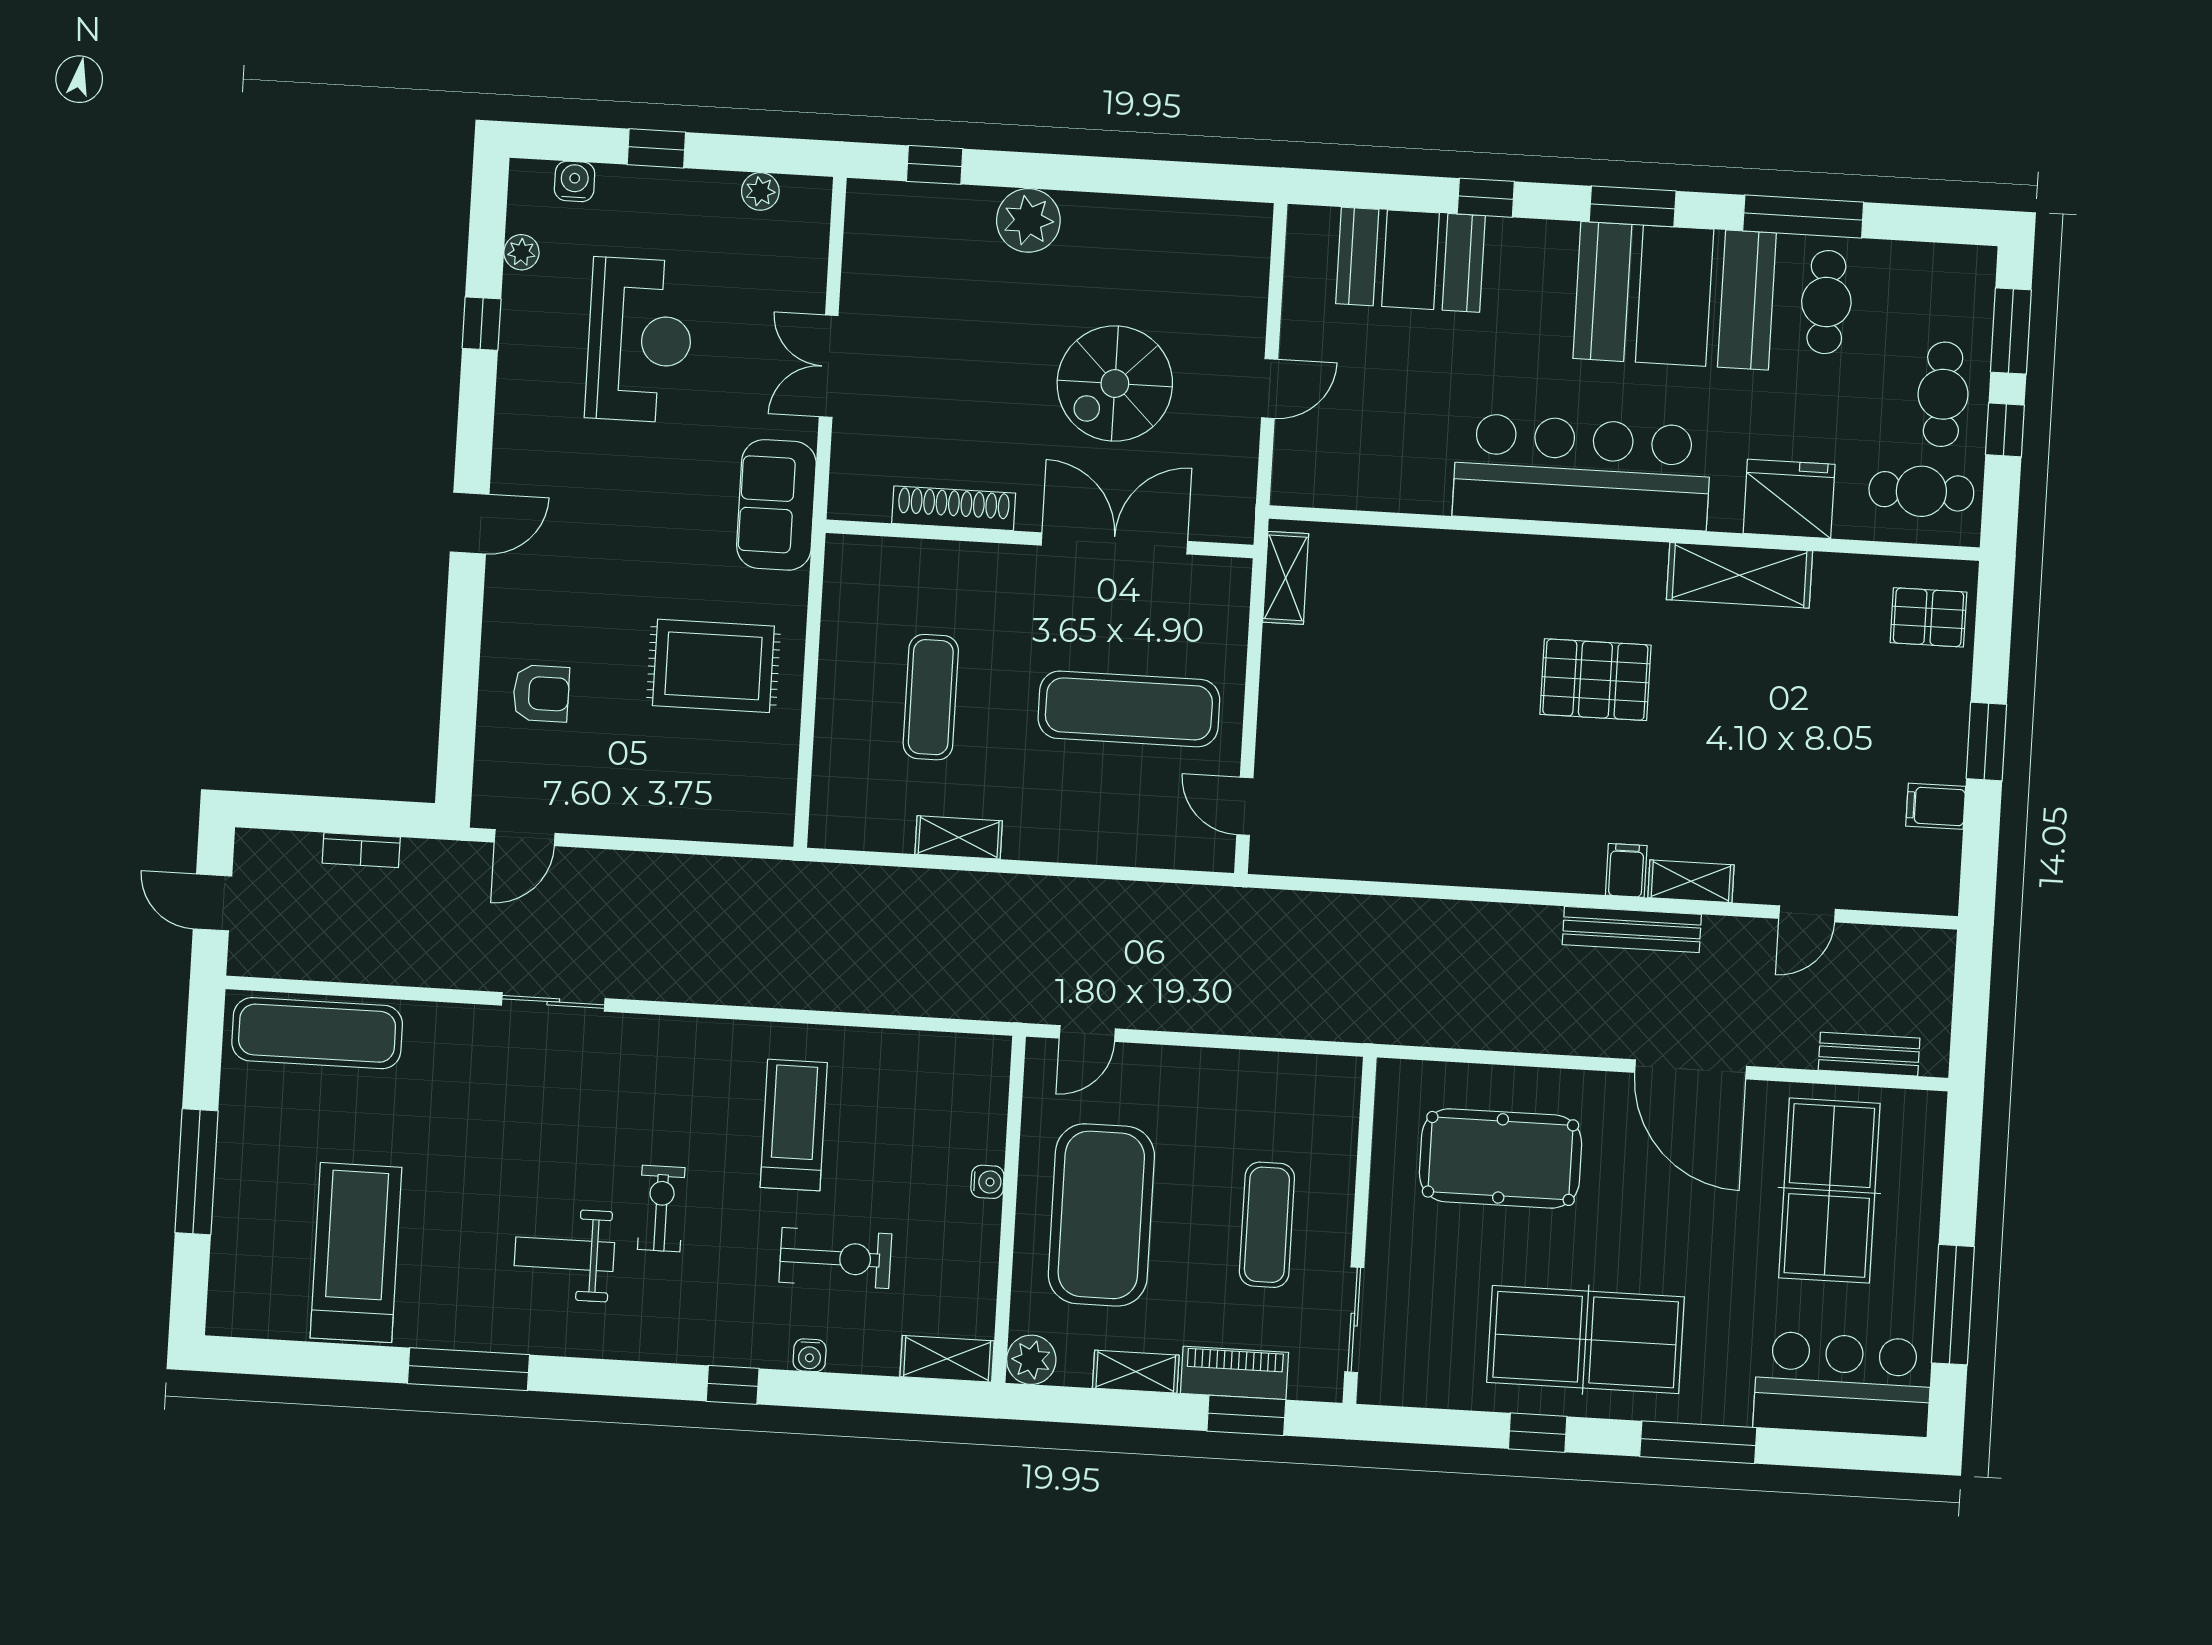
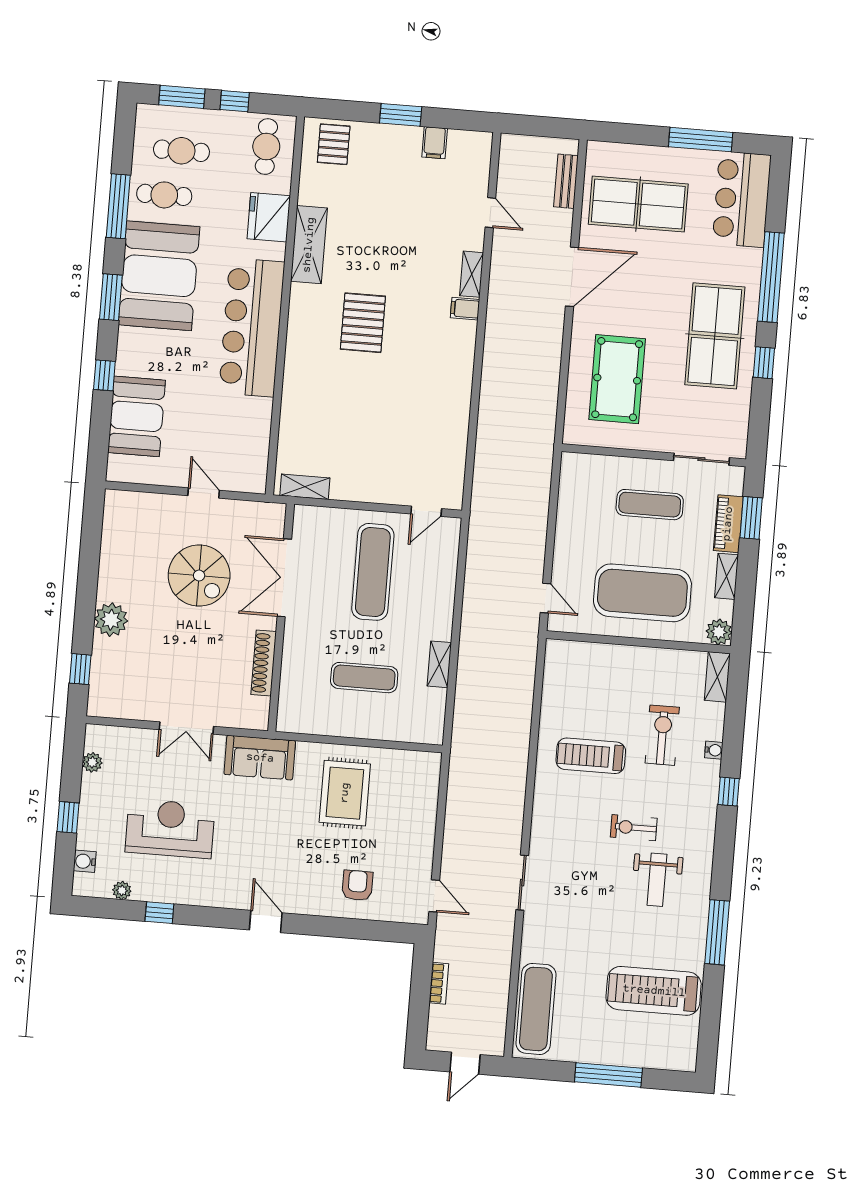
cafe table: (1943, 394) -> (181, 151), moved
bench: (1632, 929) -> (497, 306), removed
water cooler: (987, 1182) -> (623, 653), removed
window: (1698, 1442) -> (771, 277), width x1.46

